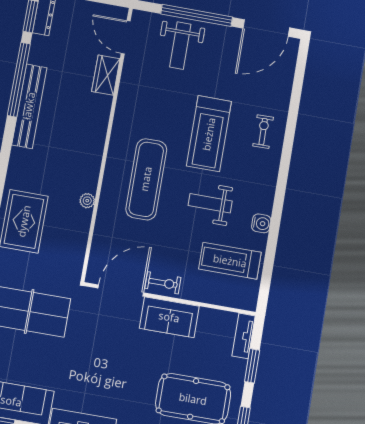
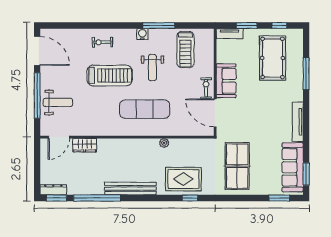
bench: (29, 106) -> (130, 189), moved
water cooler: (261, 223) -> (142, 34), moved
window: (275, 225) -> (159, 26), added

